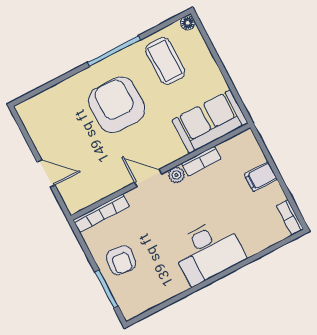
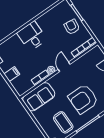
armchair: (117, 105) -> (83, 99), turned 90
door: (148, 178) -> (64, 67), swing flipped
desk: (208, 251) -> (32, 36), width x0.73

